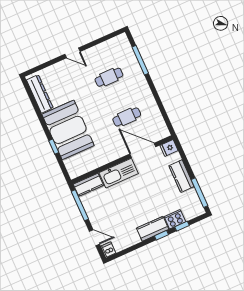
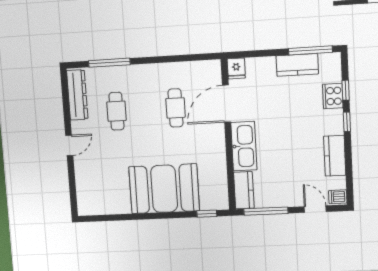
dresser: (40, 94) -> (77, 95), moved, turned 90
window: (54, 147) -> (207, 214), moved
kitchen counter: (181, 176) -> (297, 65), moved
kitchen counter: (153, 229) -> (335, 156), moved
door: (94, 238) -> (315, 209), hinge flipped

